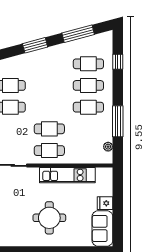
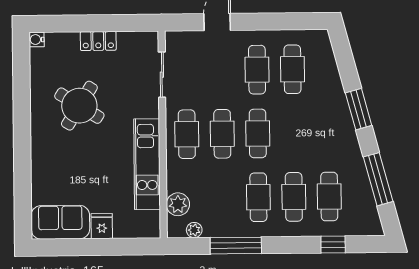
cafe table: (49, 107) -> (258, 133), added
plant: (92, 156) -> (178, 204), added
round table: (49, 218) -> (79, 106), moved, turned 32

